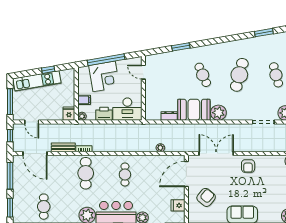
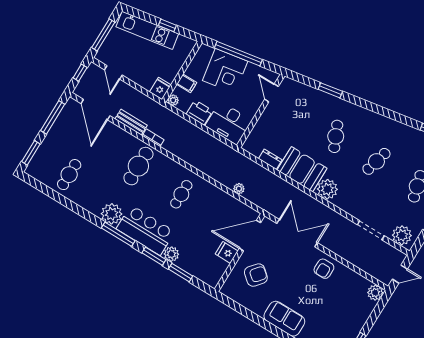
cafe table: (239, 75) -> (376, 161), width x0.73, depth x0.74
fridge: (178, 205) -> (227, 252), moved

